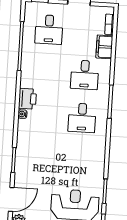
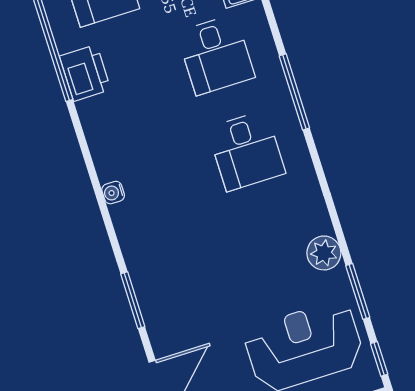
printer: (27, 99) -> (85, 73), moved
plant: (97, 171) -> (324, 253), added

